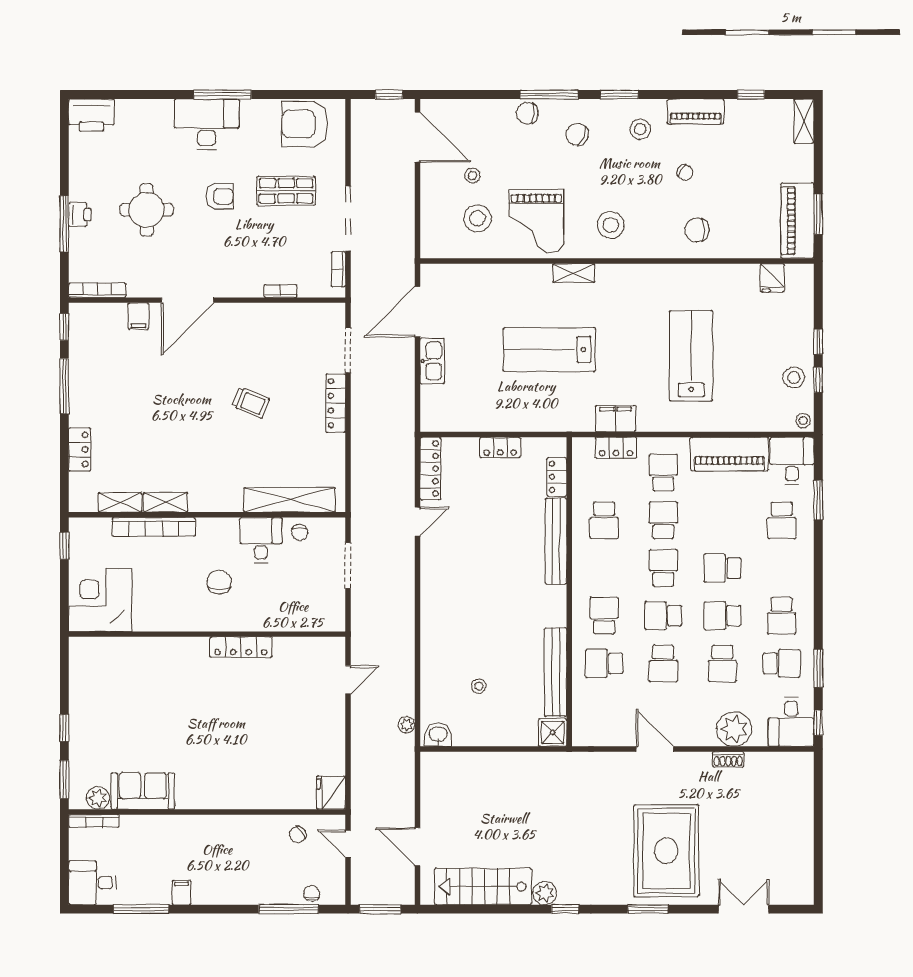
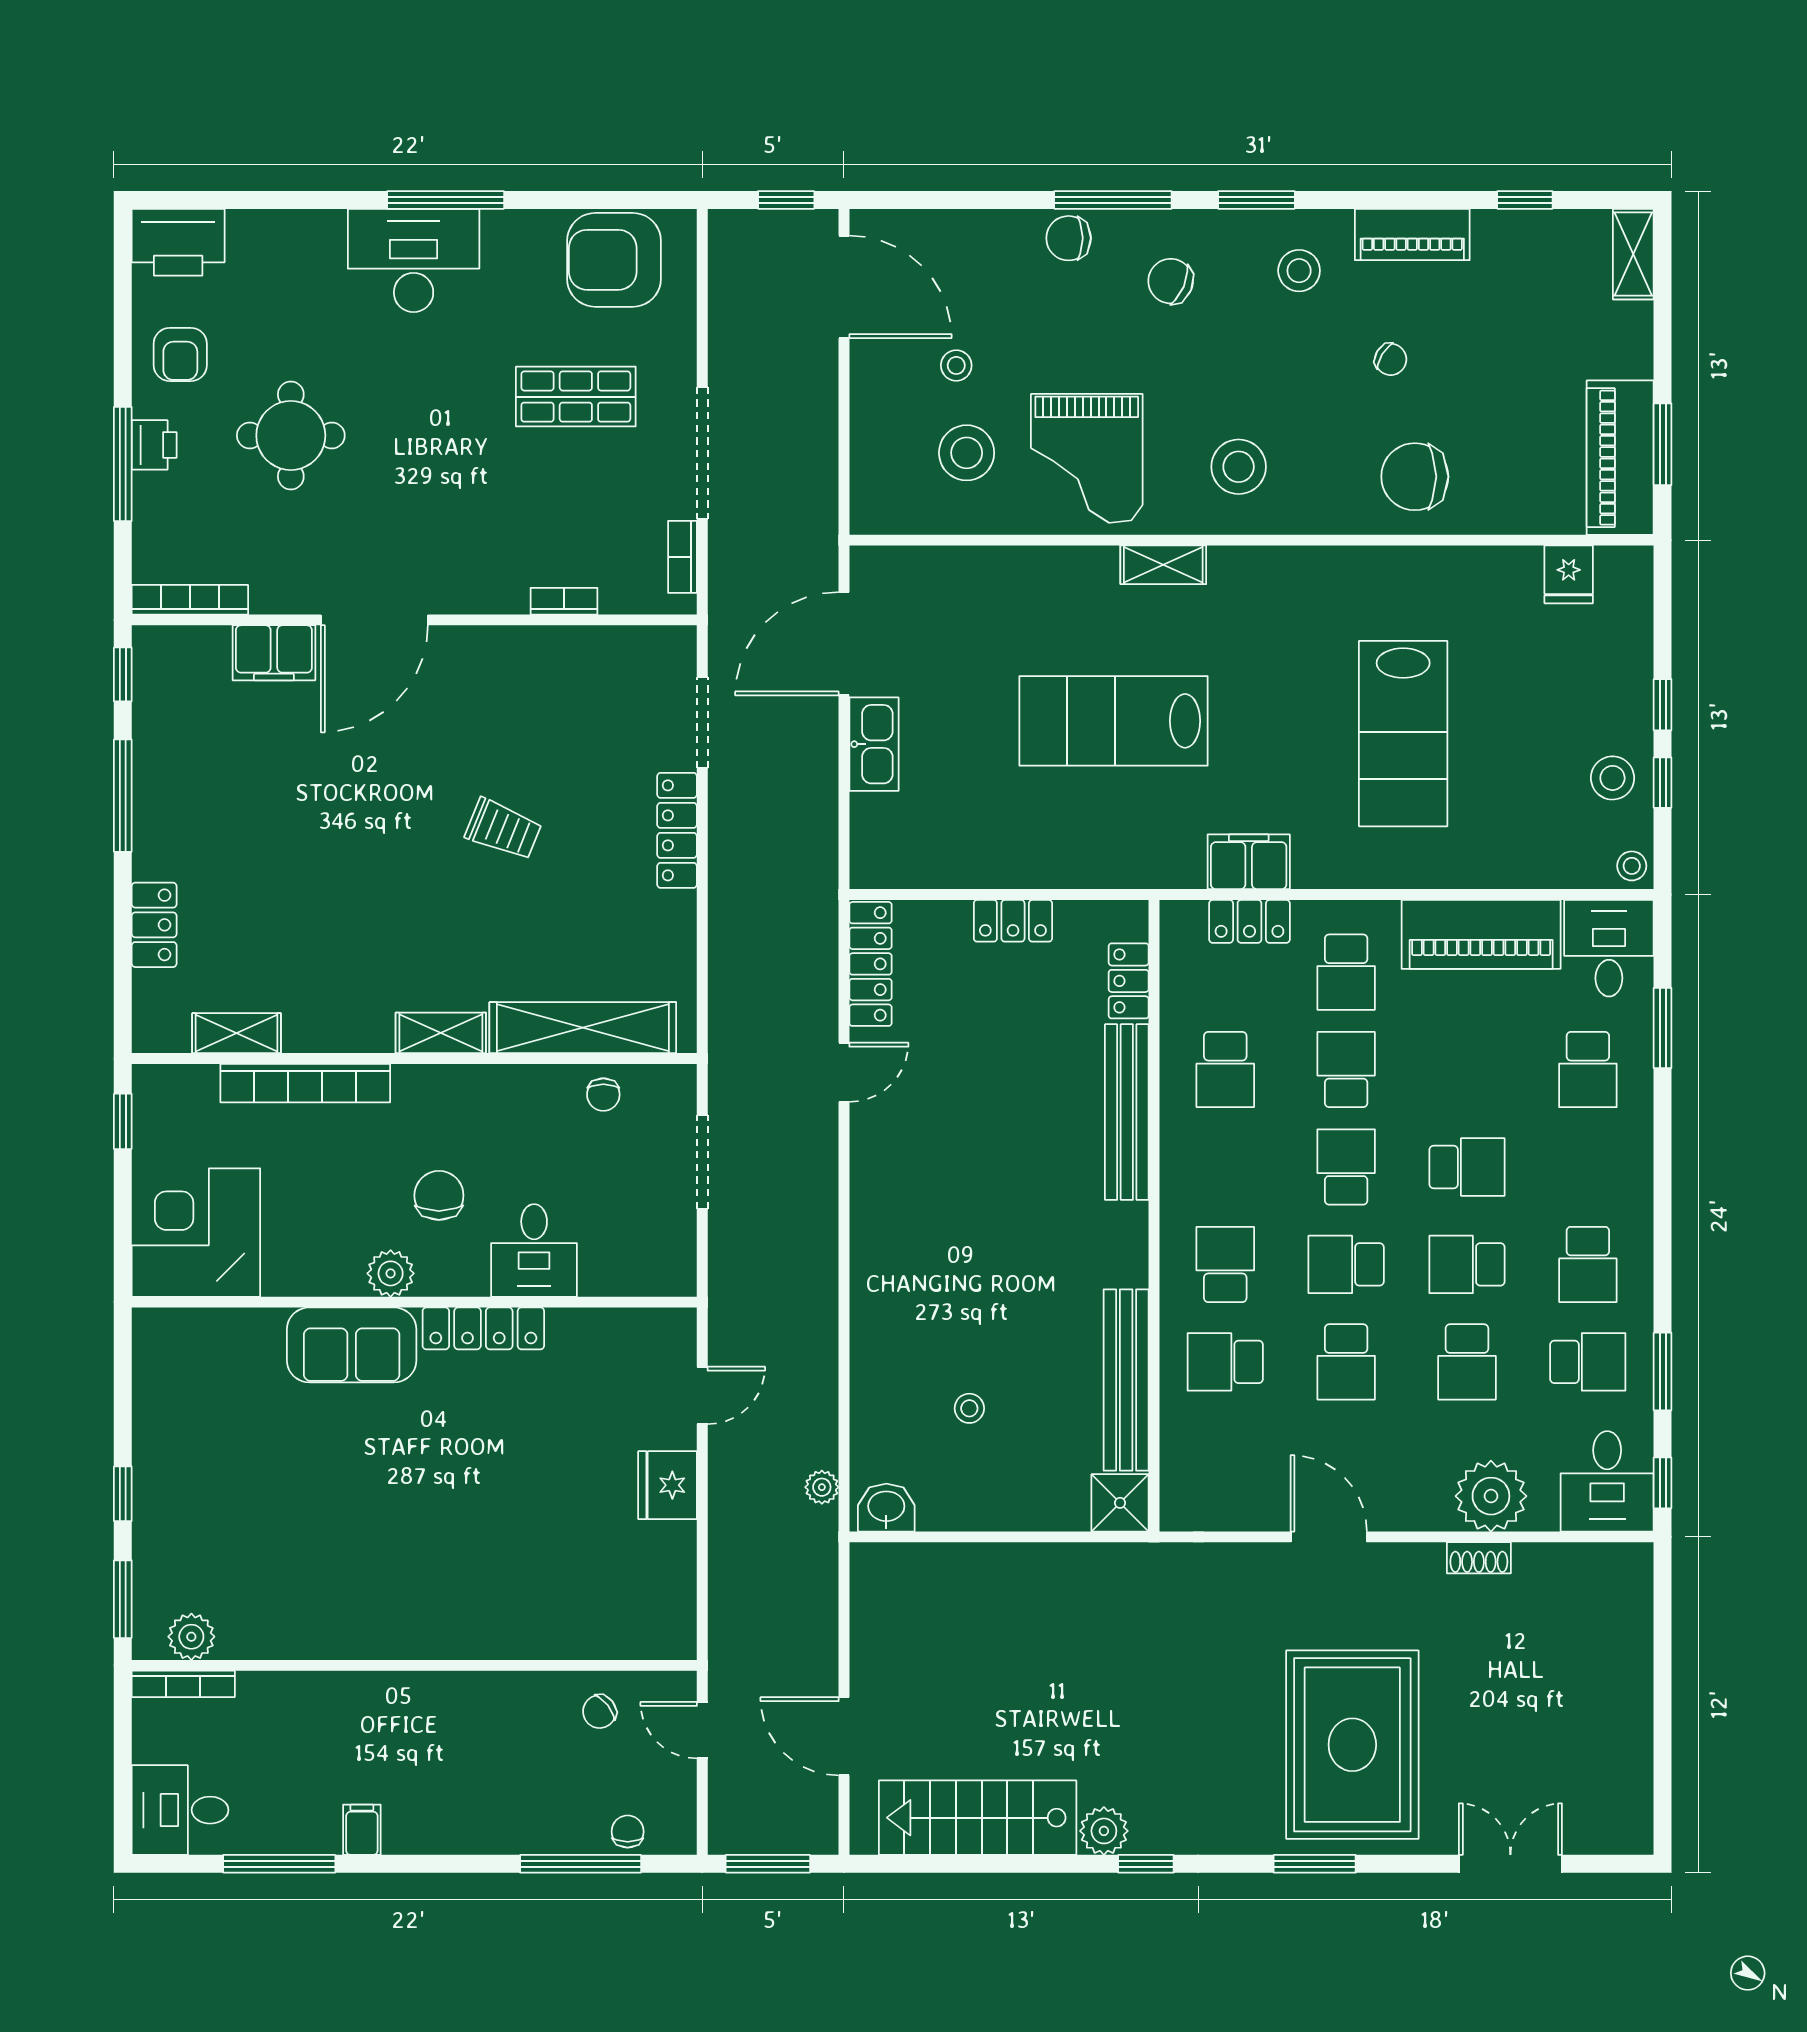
armchair: (220, 196) -> (180, 354), moved, turned 90
chair: (697, 230) -> (1415, 477), width x1.37, depth x1.37
filing cabinet: (138, 316) -> (274, 653), width x2.00
lab bench: (691, 356) -> (1403, 734), turned 180
school desk: (663, 473) -> (1346, 972), turned 180
shelving: (166, 502) -> (441, 1033), moved
desk: (261, 540) -> (534, 1250), moved, turned 180
school desk: (722, 568) -> (1467, 1167), turned 180
plant: (195, 620) -> (391, 1273), added
sofa: (143, 791) -> (352, 1345), moved, turned 180
fridge: (331, 793) -> (668, 1485), moved

